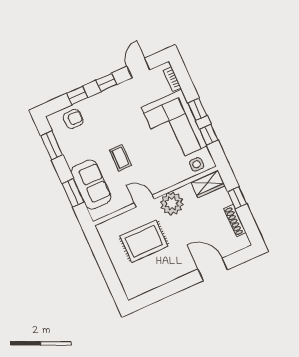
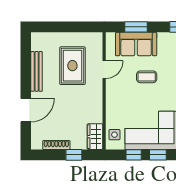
door: (144, 201) -> (104, 70), moved
plant: (172, 203) -> (92, 101), removed
bench: (167, 276) -> (37, 71), added

